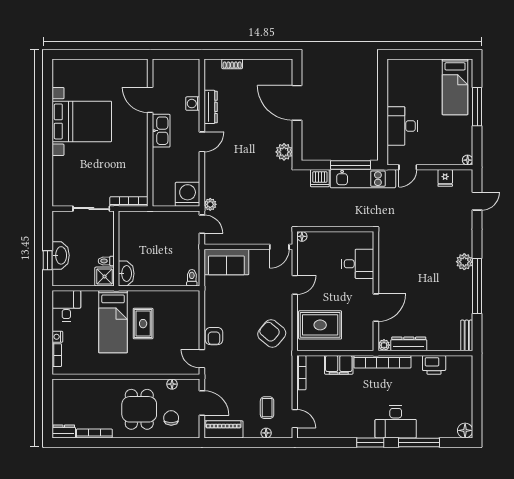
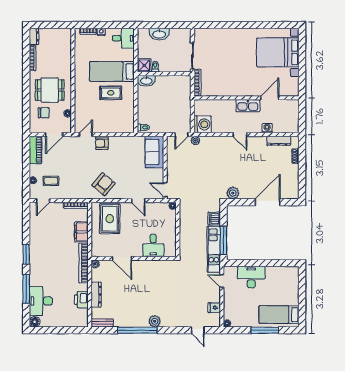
dresser: (211, 107) -> (279, 141), moved
bed with nightstands: (82, 121) -> (278, 52), moved, turned 90
window: (48, 260) -> (156, 25), removed
dresser: (409, 344) -> (96, 295), moved
desk: (396, 422) -> (41, 301), moved

